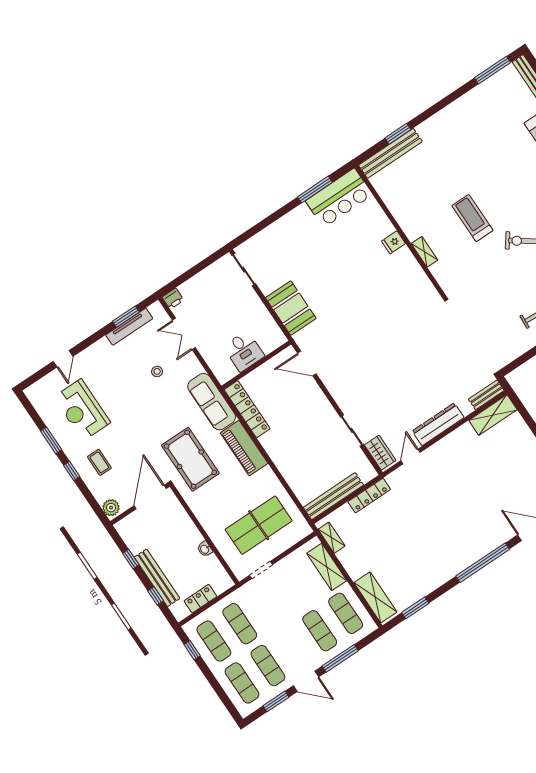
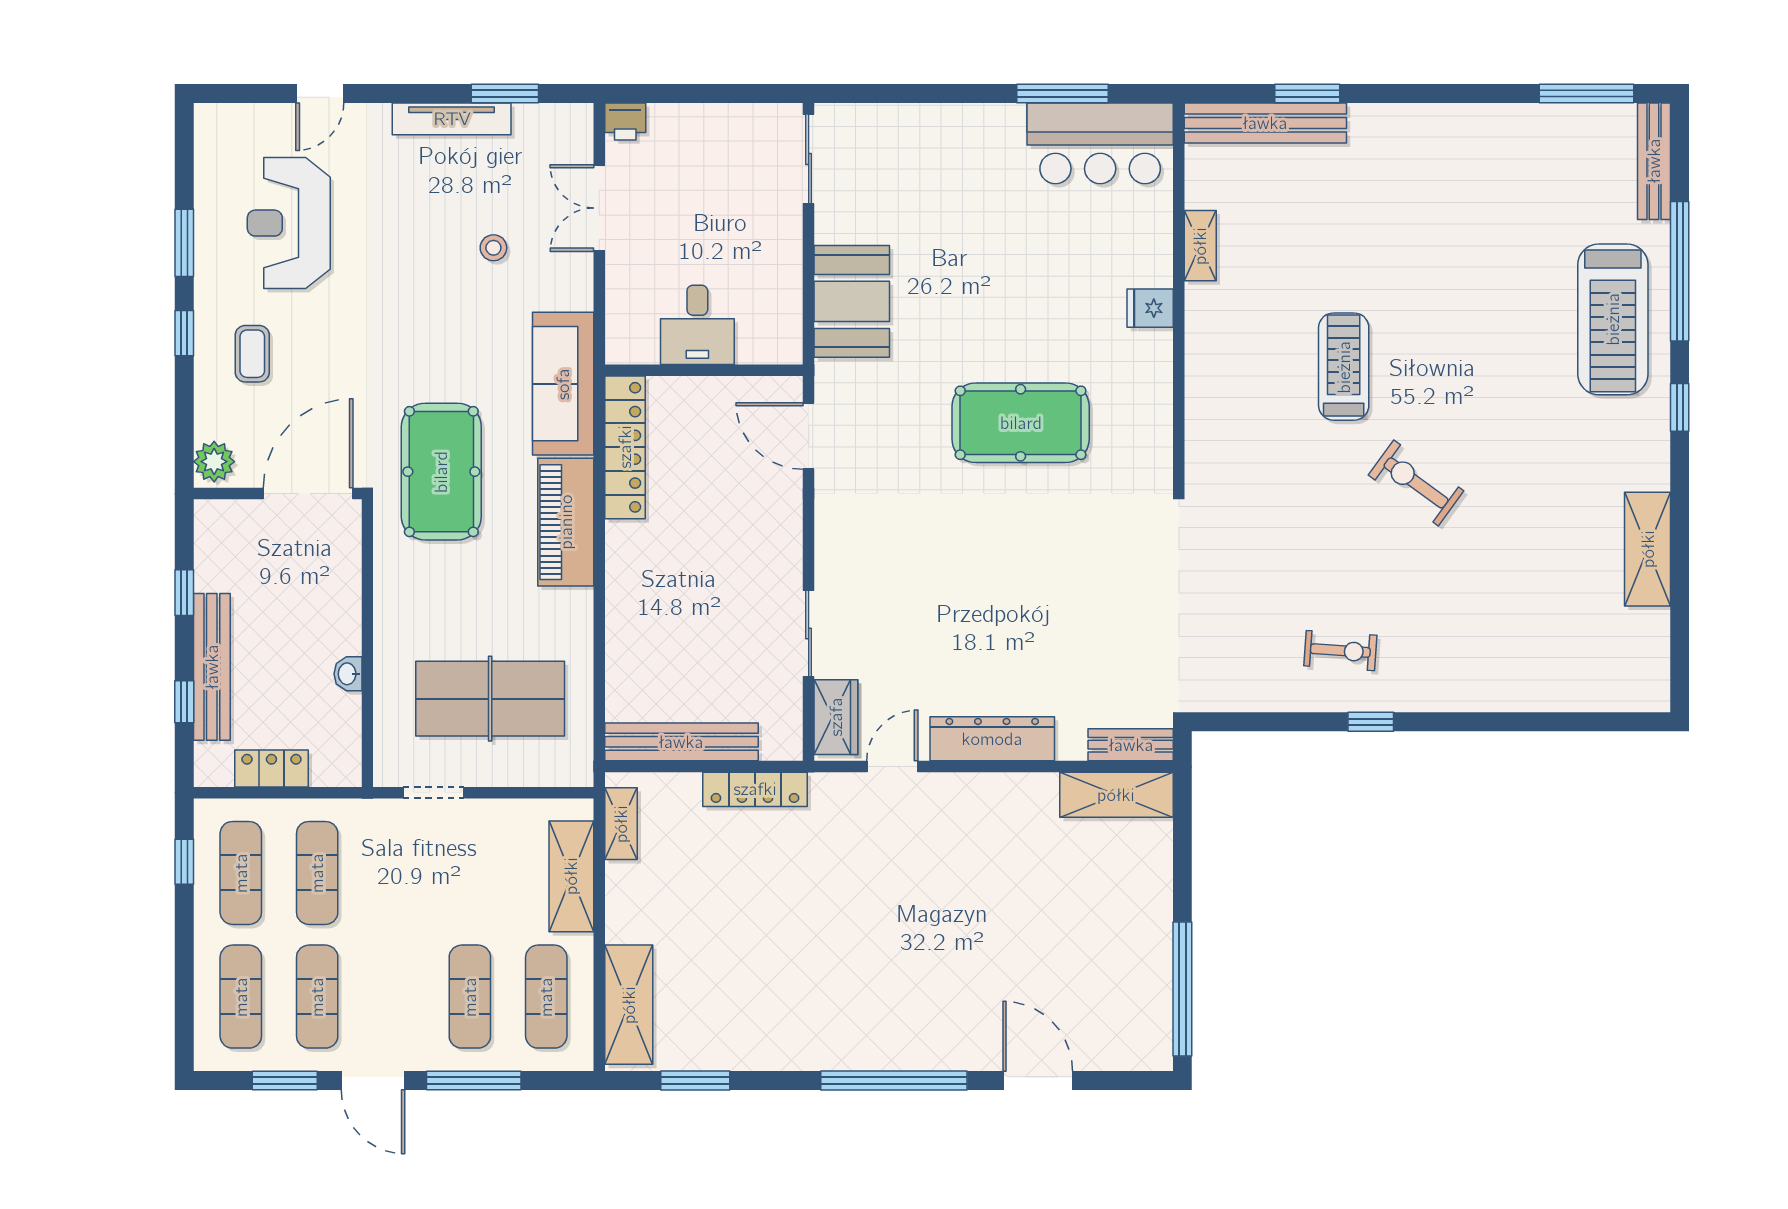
shelving: (424, 252) -> (1200, 246), moved
pool table: (376, 311) -> (1021, 423), added
tv unit: (129, 327) -> (452, 119), moved

